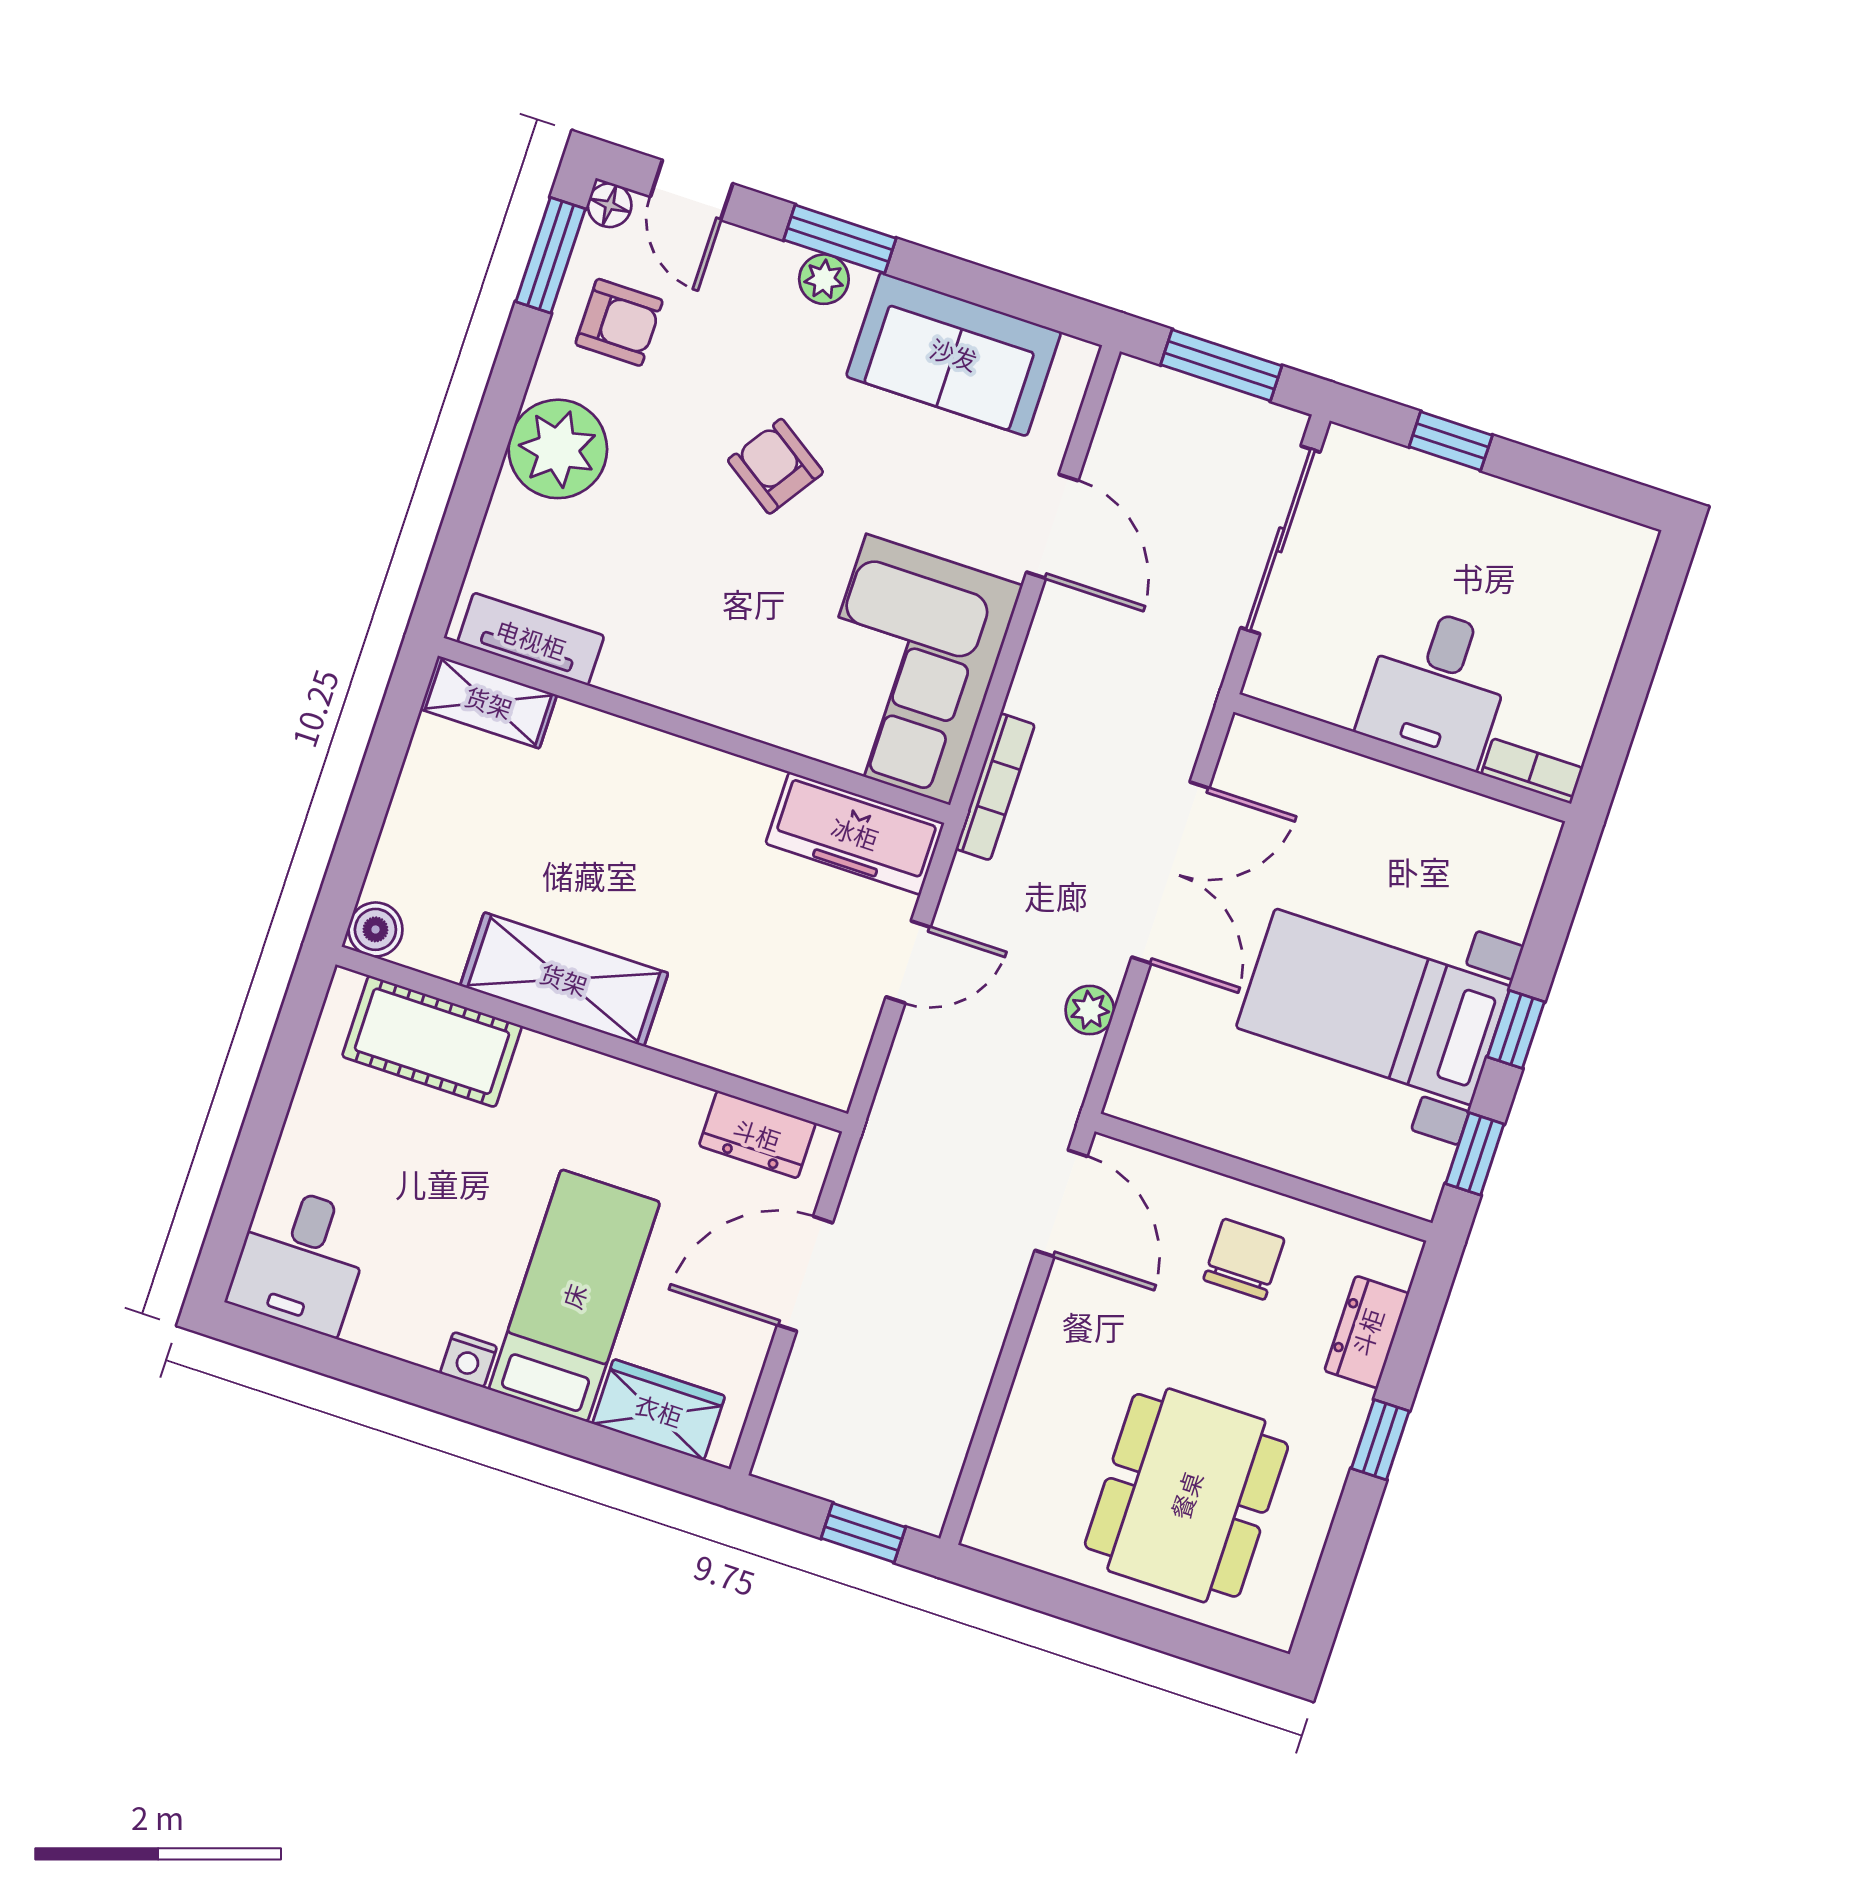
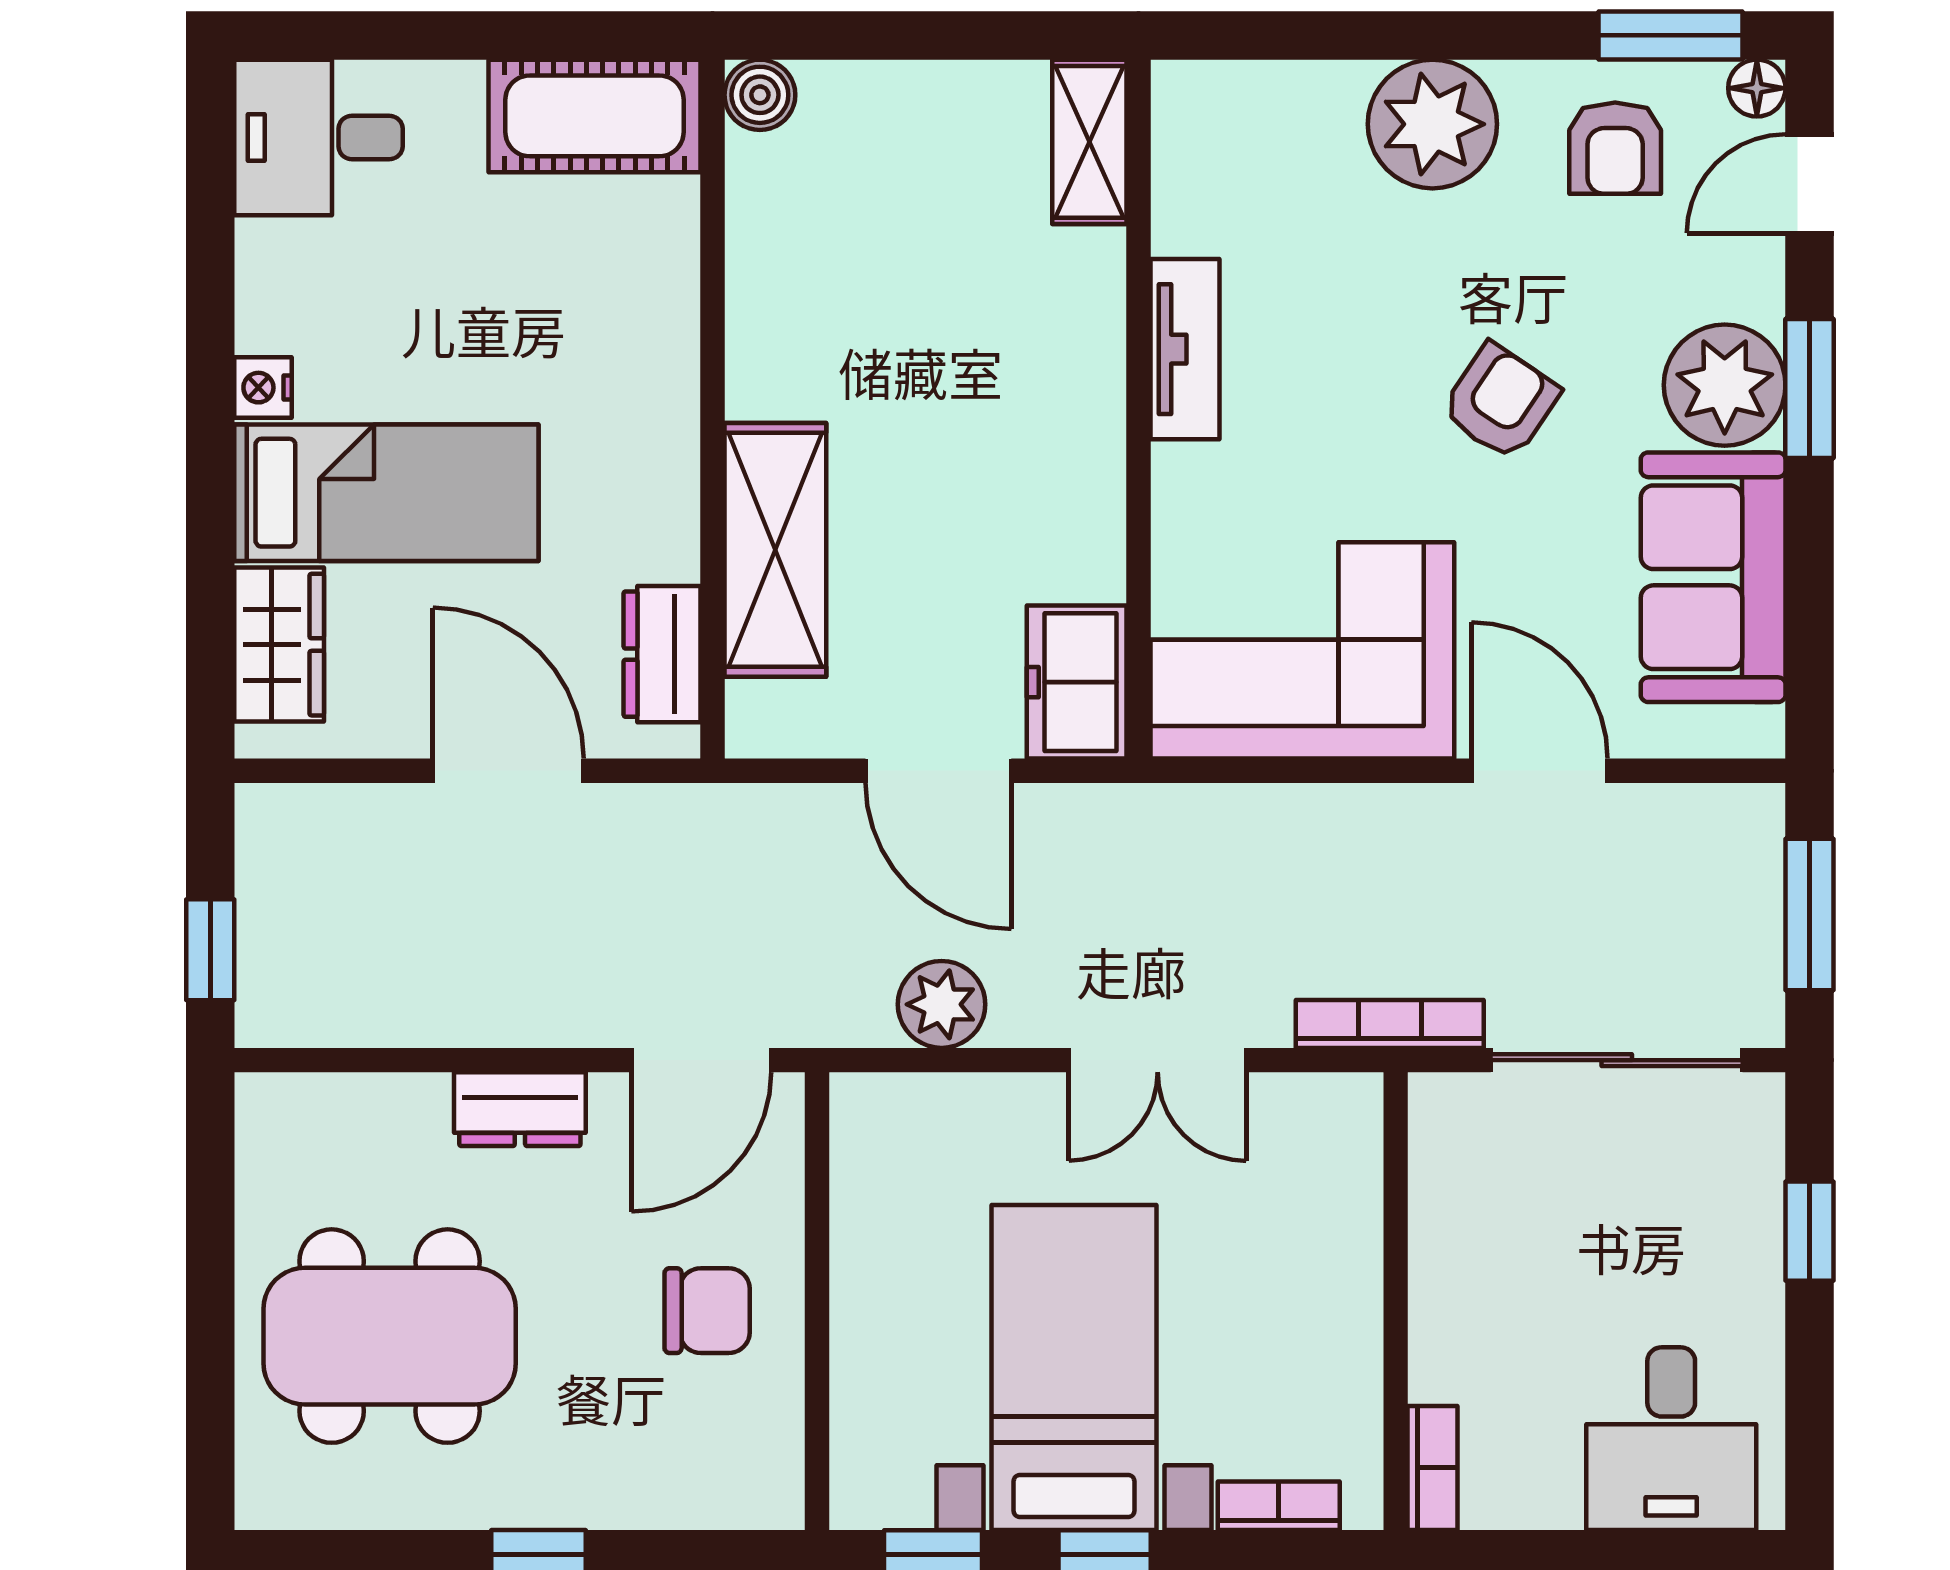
plant: (824, 279) -> (1725, 385), width x1.88, depth x1.88
door: (1052, 526) -> (1540, 771), swing flipped
tv unit: (531, 639) -> (1185, 349), moved
desk: (1437, 686) -> (1671, 1439), moved, turned -90
bookcase: (995, 787) -> (1390, 1024), moved, turned 180
freezer: (855, 833) -> (1077, 682), width x0.71
double door: (1170, 873) -> (1158, 1060), width x0.73
bookcase: (1523, 892) -> (1279, 1506), added
door: (908, 962) -> (938, 771), width x1.38
shelving: (564, 979) -> (775, 550), moved
plant: (1090, 1010) -> (942, 1004), width x1.38, depth x1.38
cot: (432, 1041) -> (595, 116), moved, turned 90
dresser: (1367, 1332) -> (520, 1109), moved, turned 180

